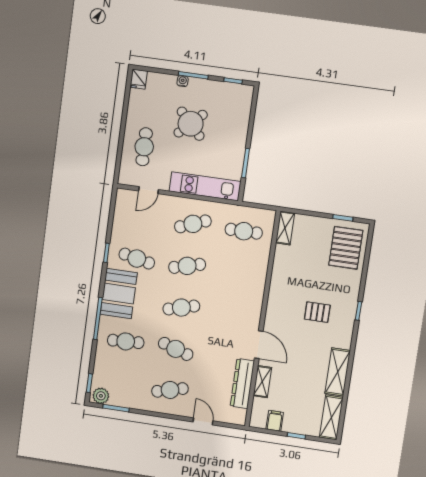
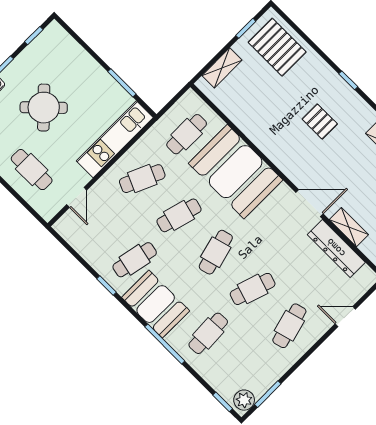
cafe table: (193, 224) -> (142, 179), turned 45
shelving: (285, 228) -> (222, 68), moved, turned 90
cafe table: (187, 266) -> (179, 215), turned 30
booth: (243, 282) -> (236, 172), added
pallet: (317, 312) -> (320, 121), turned 90

